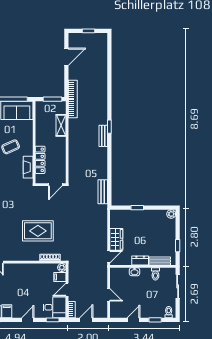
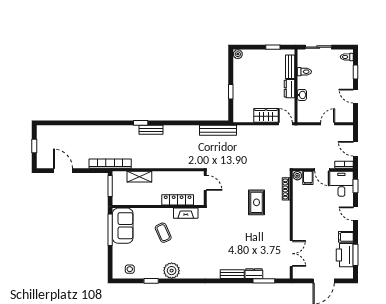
bench: (103, 192) -> (218, 130), width x1.36
rug: (38, 231) -> (256, 202), width x0.73, depth x0.70

